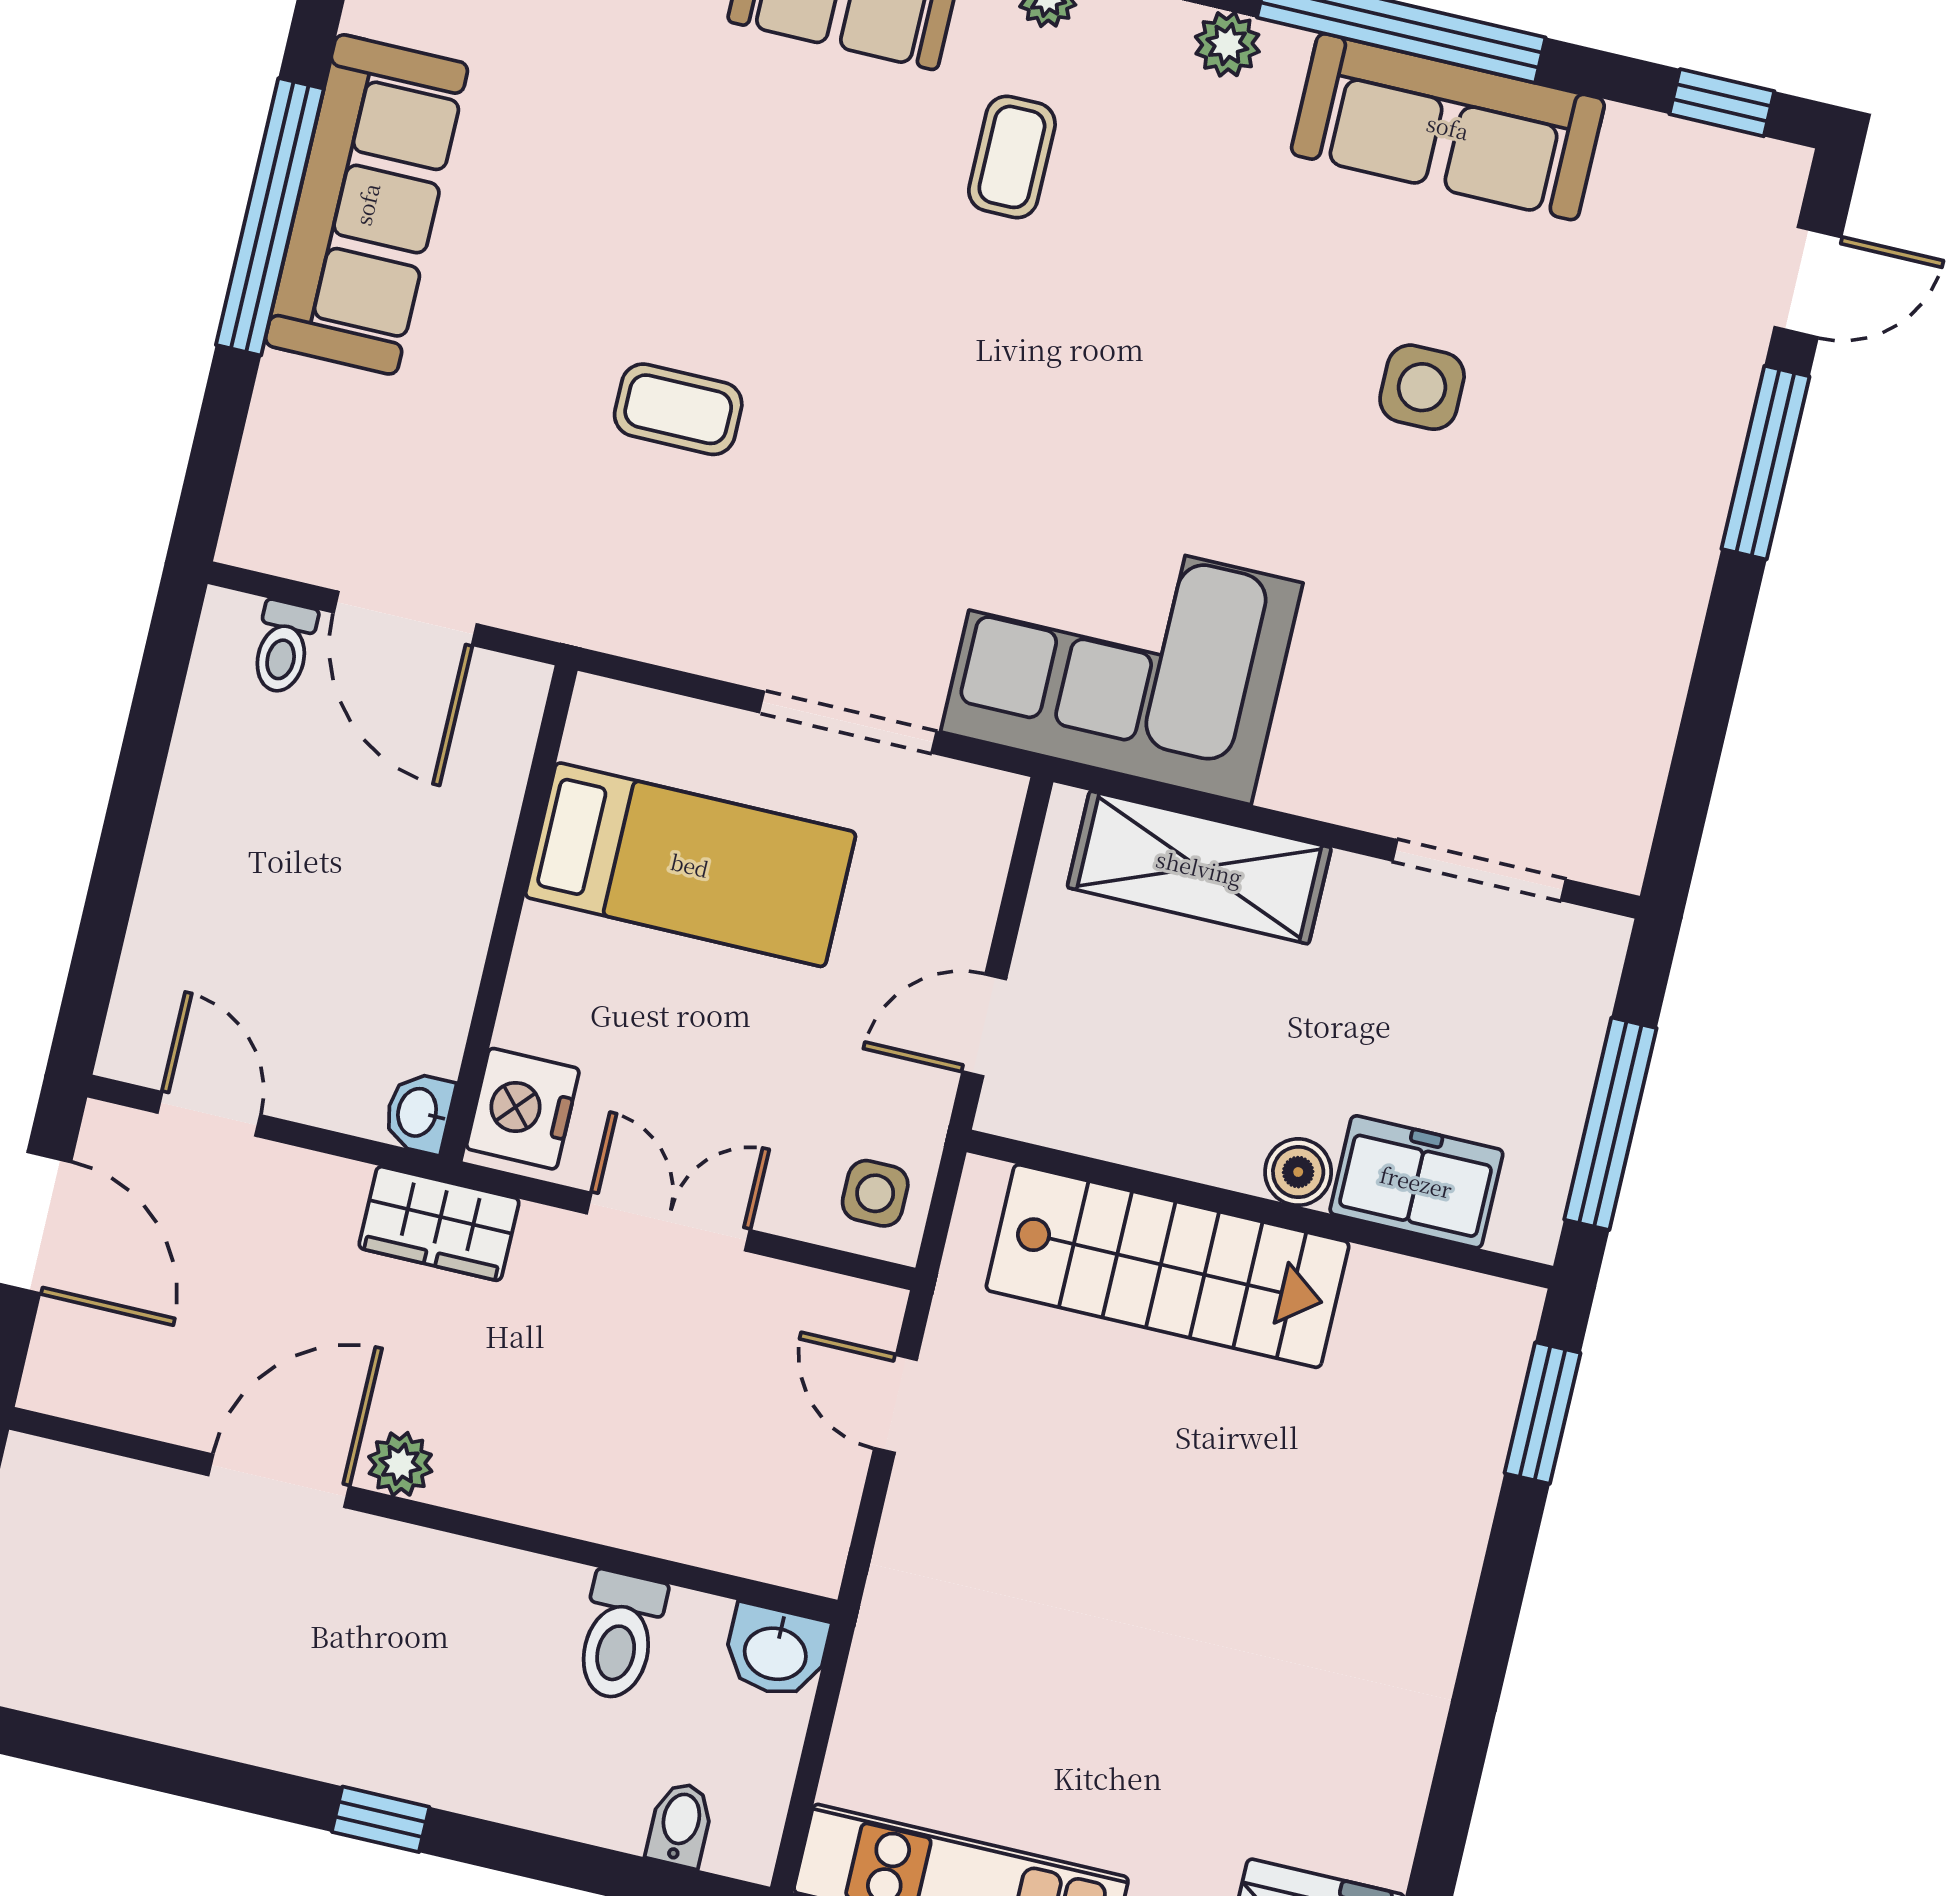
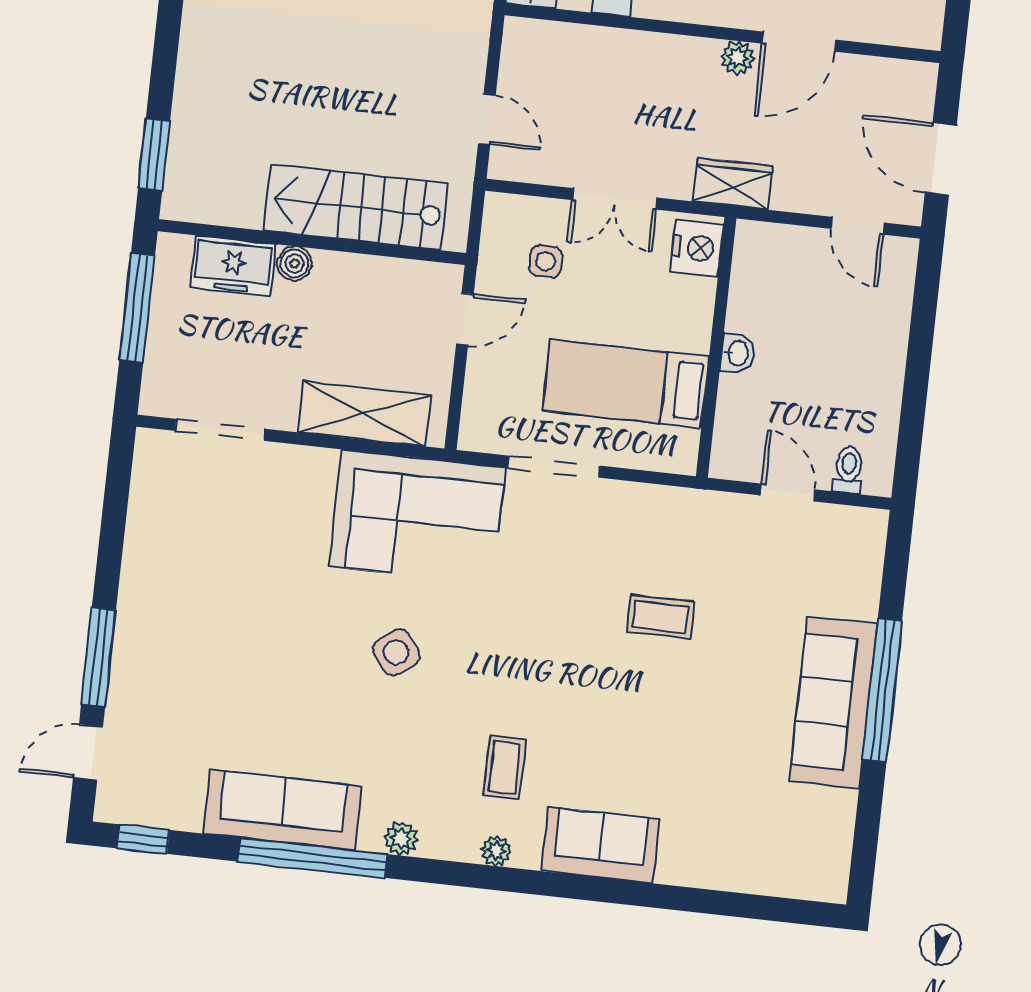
side table: (1422, 387) -> (396, 652), moved, turned -37
door: (405, 618) -> (788, 492), width x0.73
washbasin: (419, 1113) -> (737, 353), moved
side table: (875, 1193) -> (545, 261), moved

